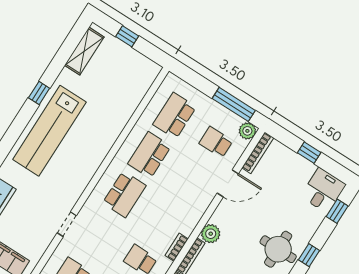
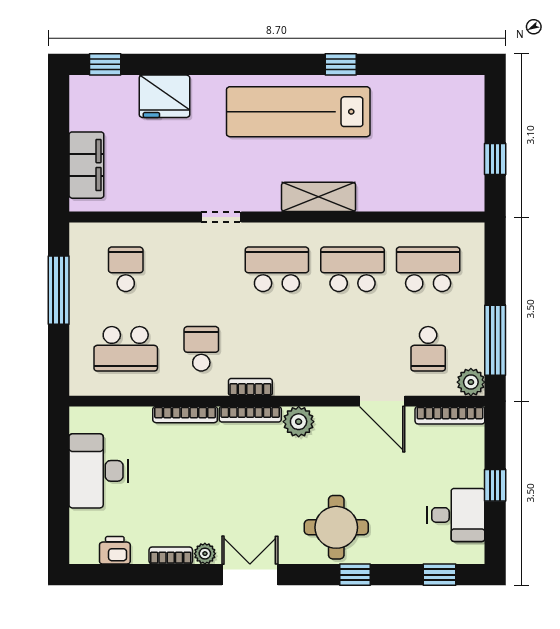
window: (127, 36) -> (495, 159), moved
shelving: (84, 51) -> (319, 197), moved
school desk: (216, 142) -> (428, 349), turned 180
desk: (323, 190) -> (456, 515), moved
school desk: (124, 194) -> (277, 269), turned 180
doorway: (67, 224) -> (221, 217), moved

